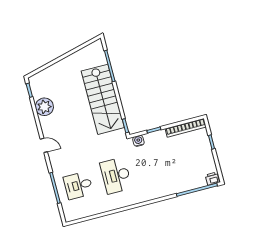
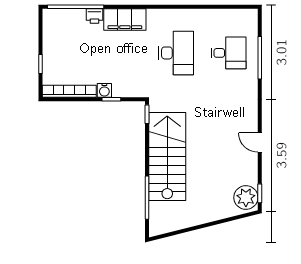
plant: (44, 107) -> (246, 198), moved
water cooler: (138, 141) -> (104, 90), moved
door: (44, 145) -> (260, 143), moved
printer: (212, 179) -> (94, 16), moved
filing cabinet: (159, 190) -> (125, 20), added

